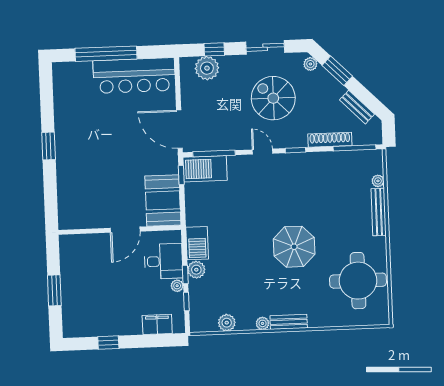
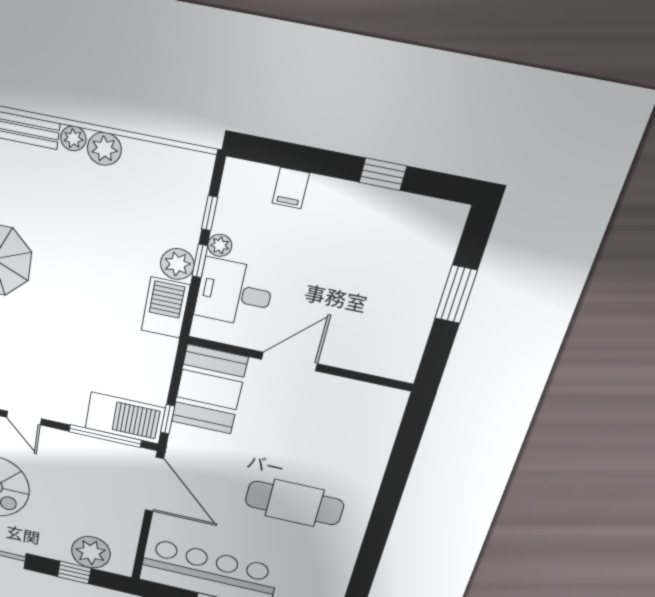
cafe table: (99, 141) -> (294, 503), added
window: (49, 146) -> (382, 519), removed
plant: (227, 323) -> (104, 149), moved
filing cabinet: (157, 324) -> (291, 188), width x0.50

